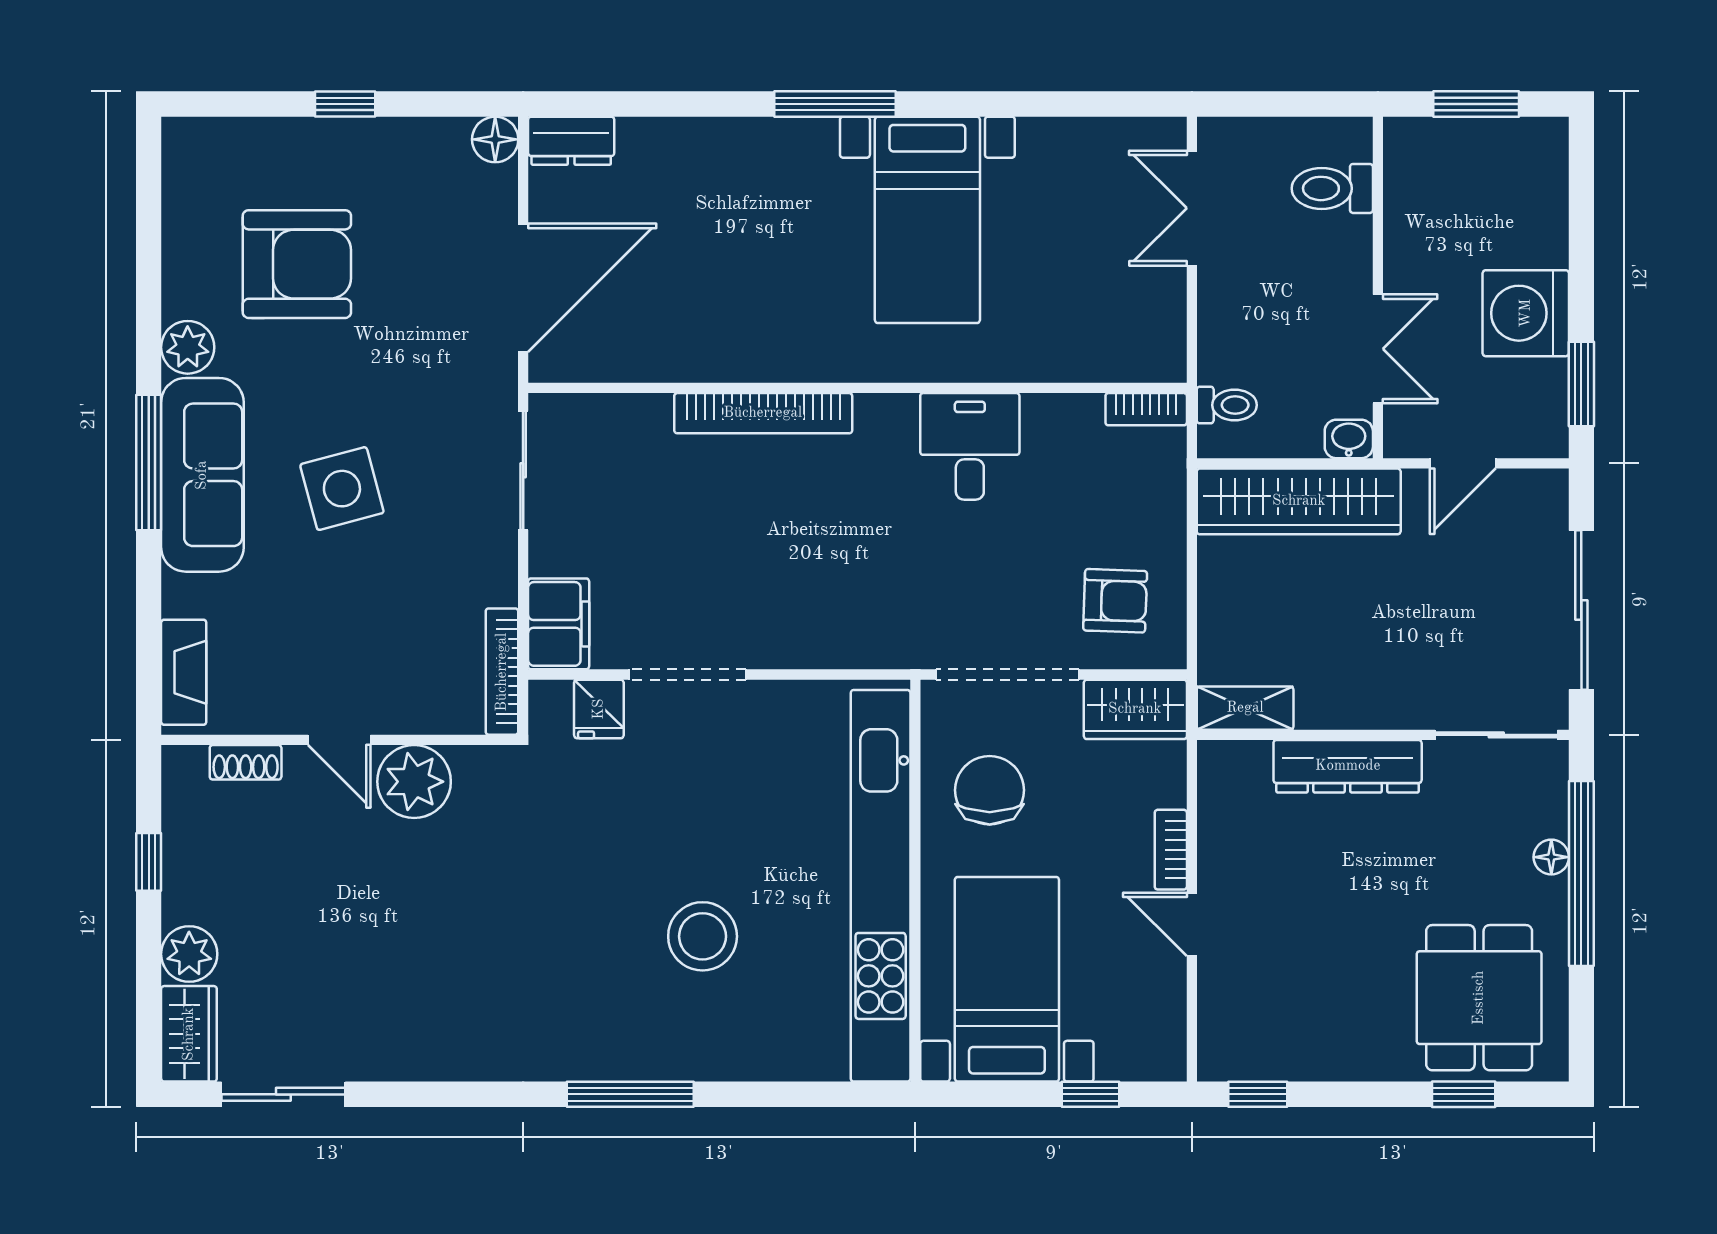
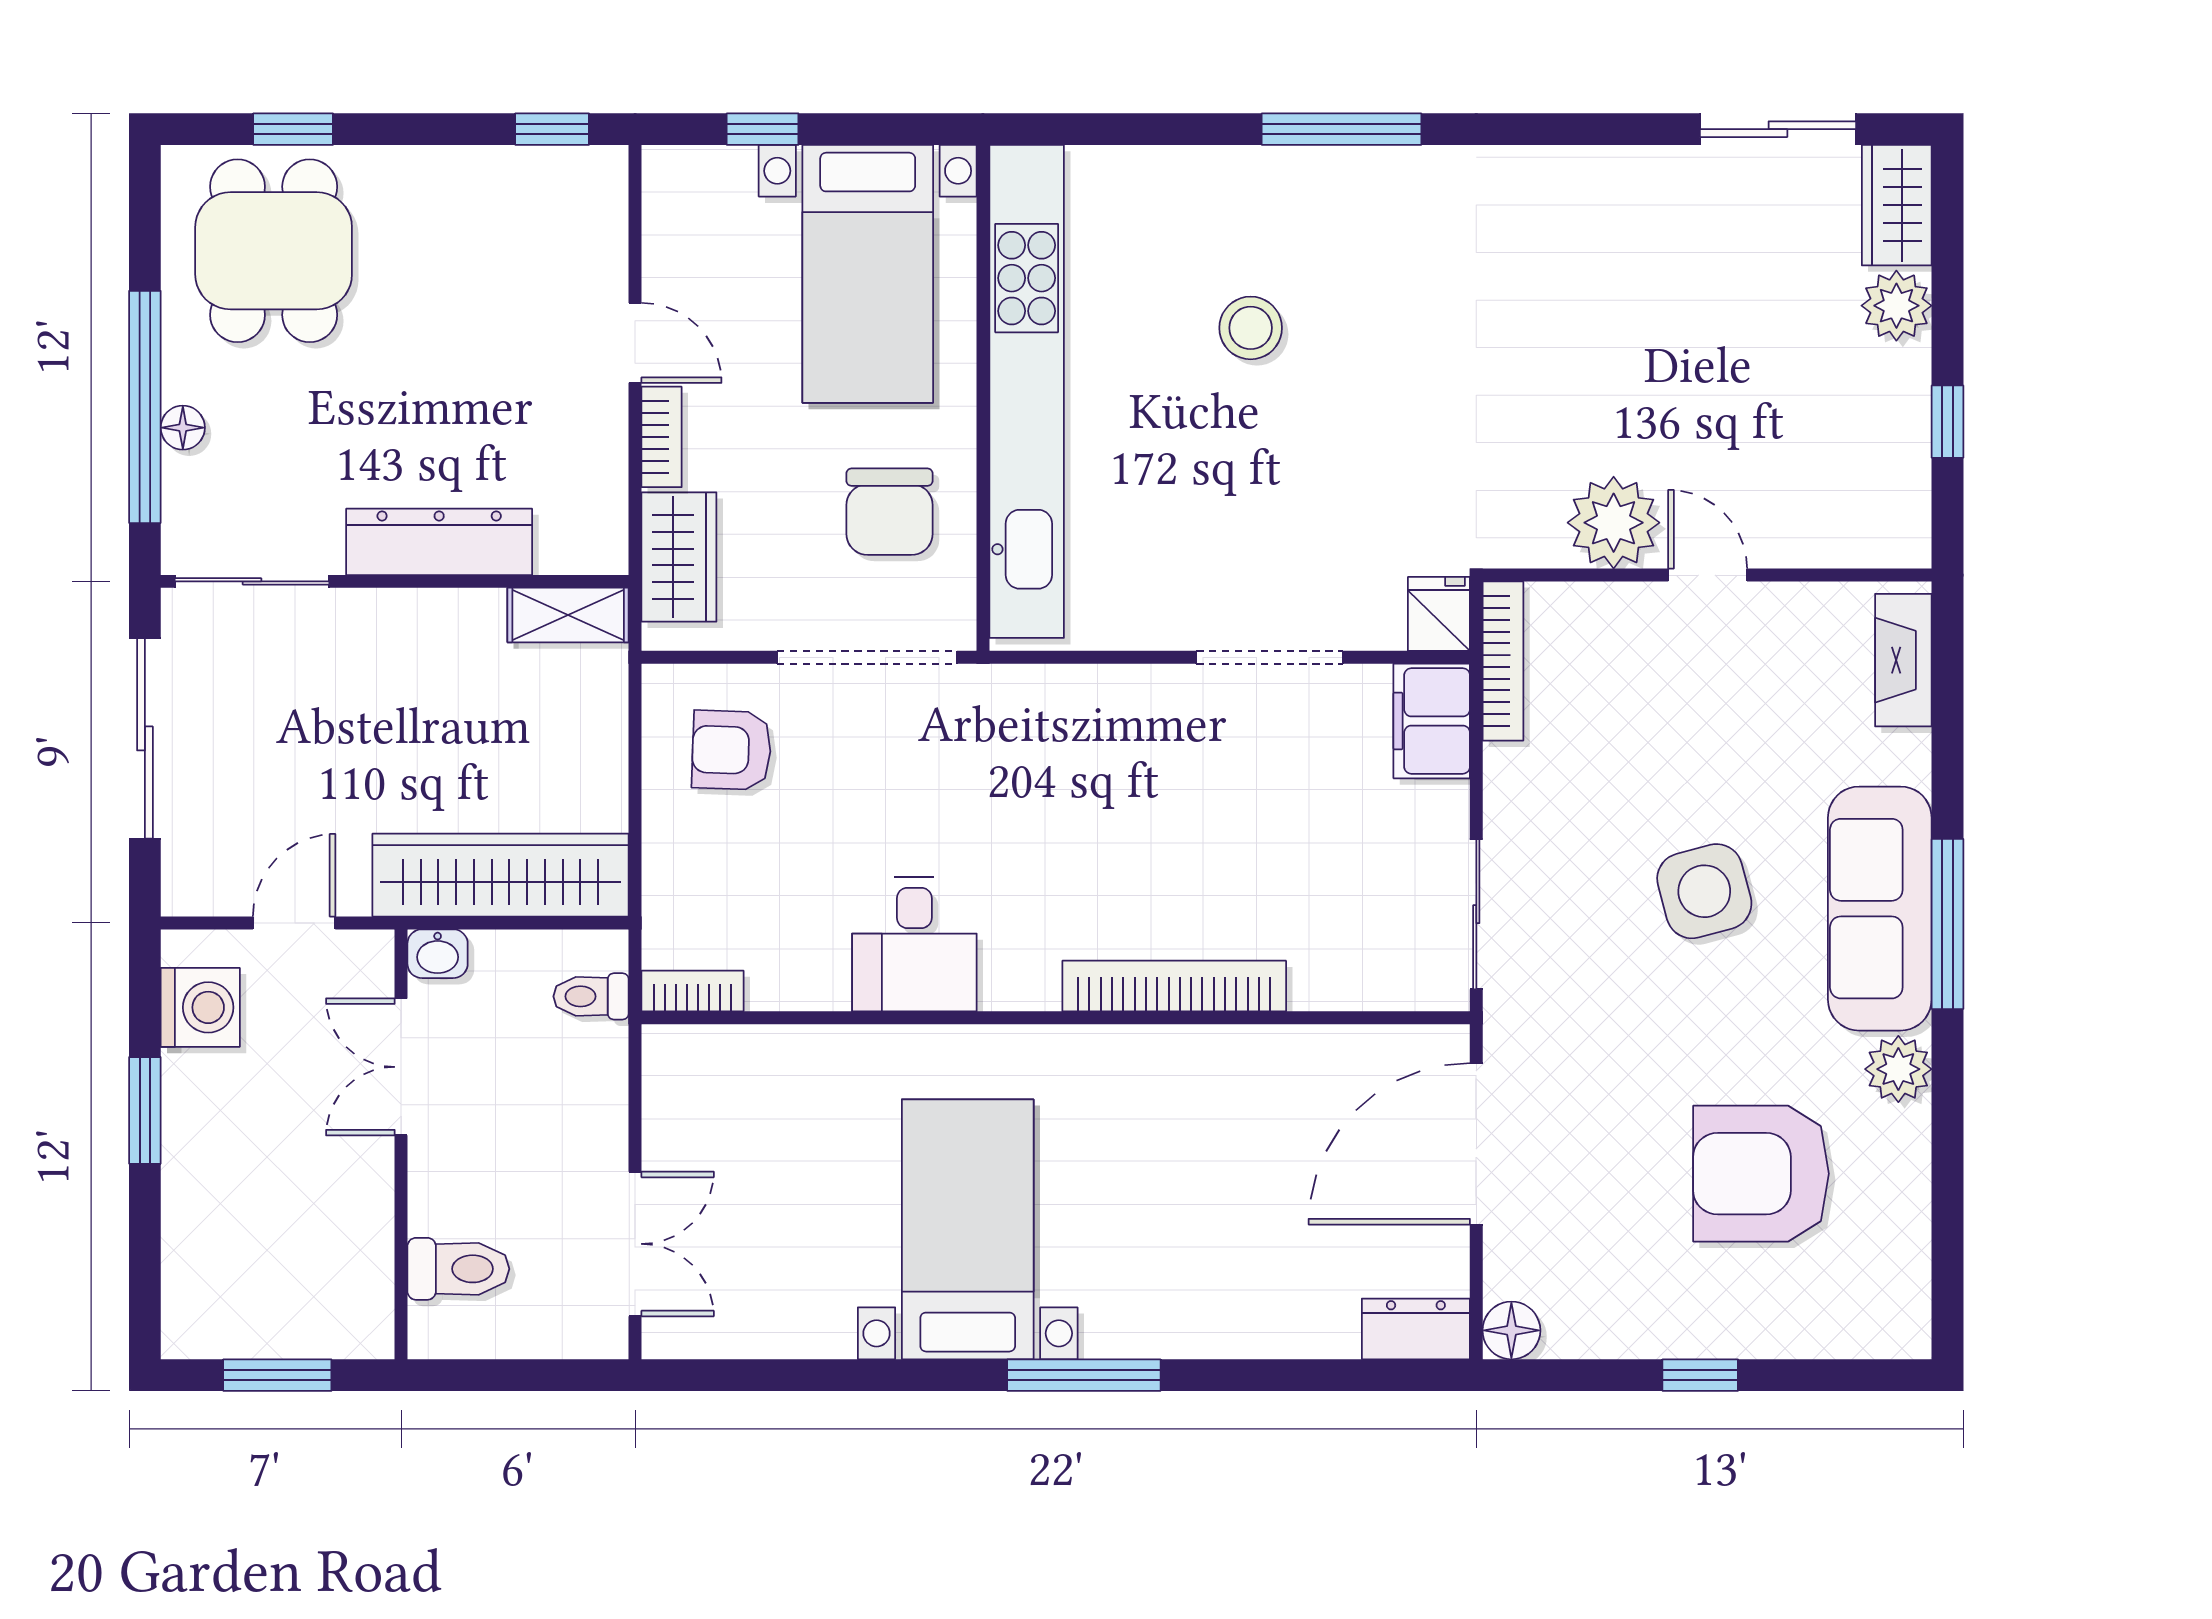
washing machine: (1526, 313) -> (200, 1007), moved, width x0.73, depth x0.73
window: (1581, 384) -> (145, 1110), moved
fridge: (599, 709) -> (1439, 614), moved
wardrobe: (1135, 709) -> (679, 557), moved, turned 90
shoe rack: (246, 762) -> (1826, 547), removed
stool: (703, 936) -> (1251, 328), width x0.73, depth x0.73

